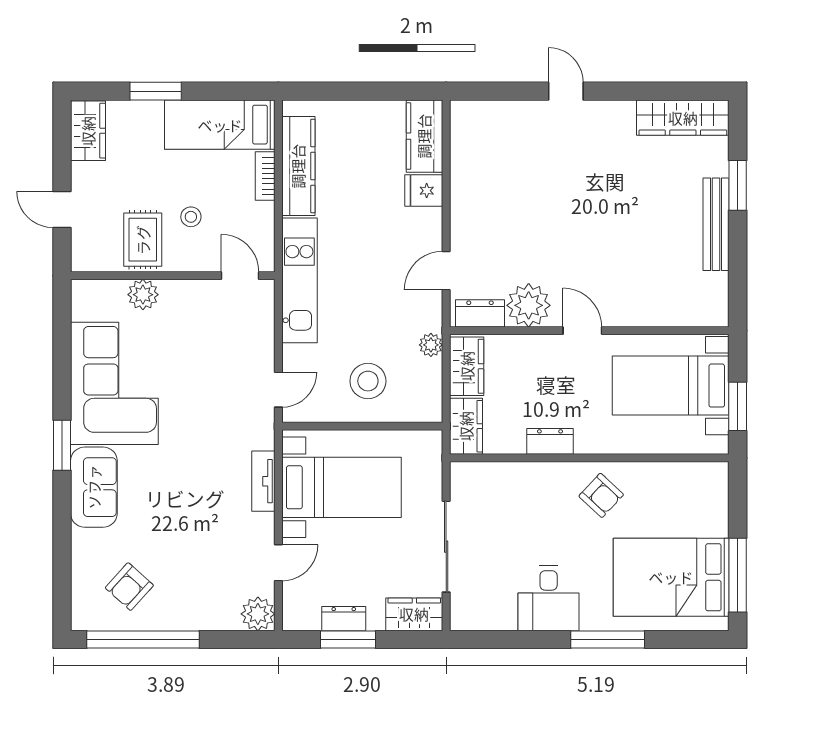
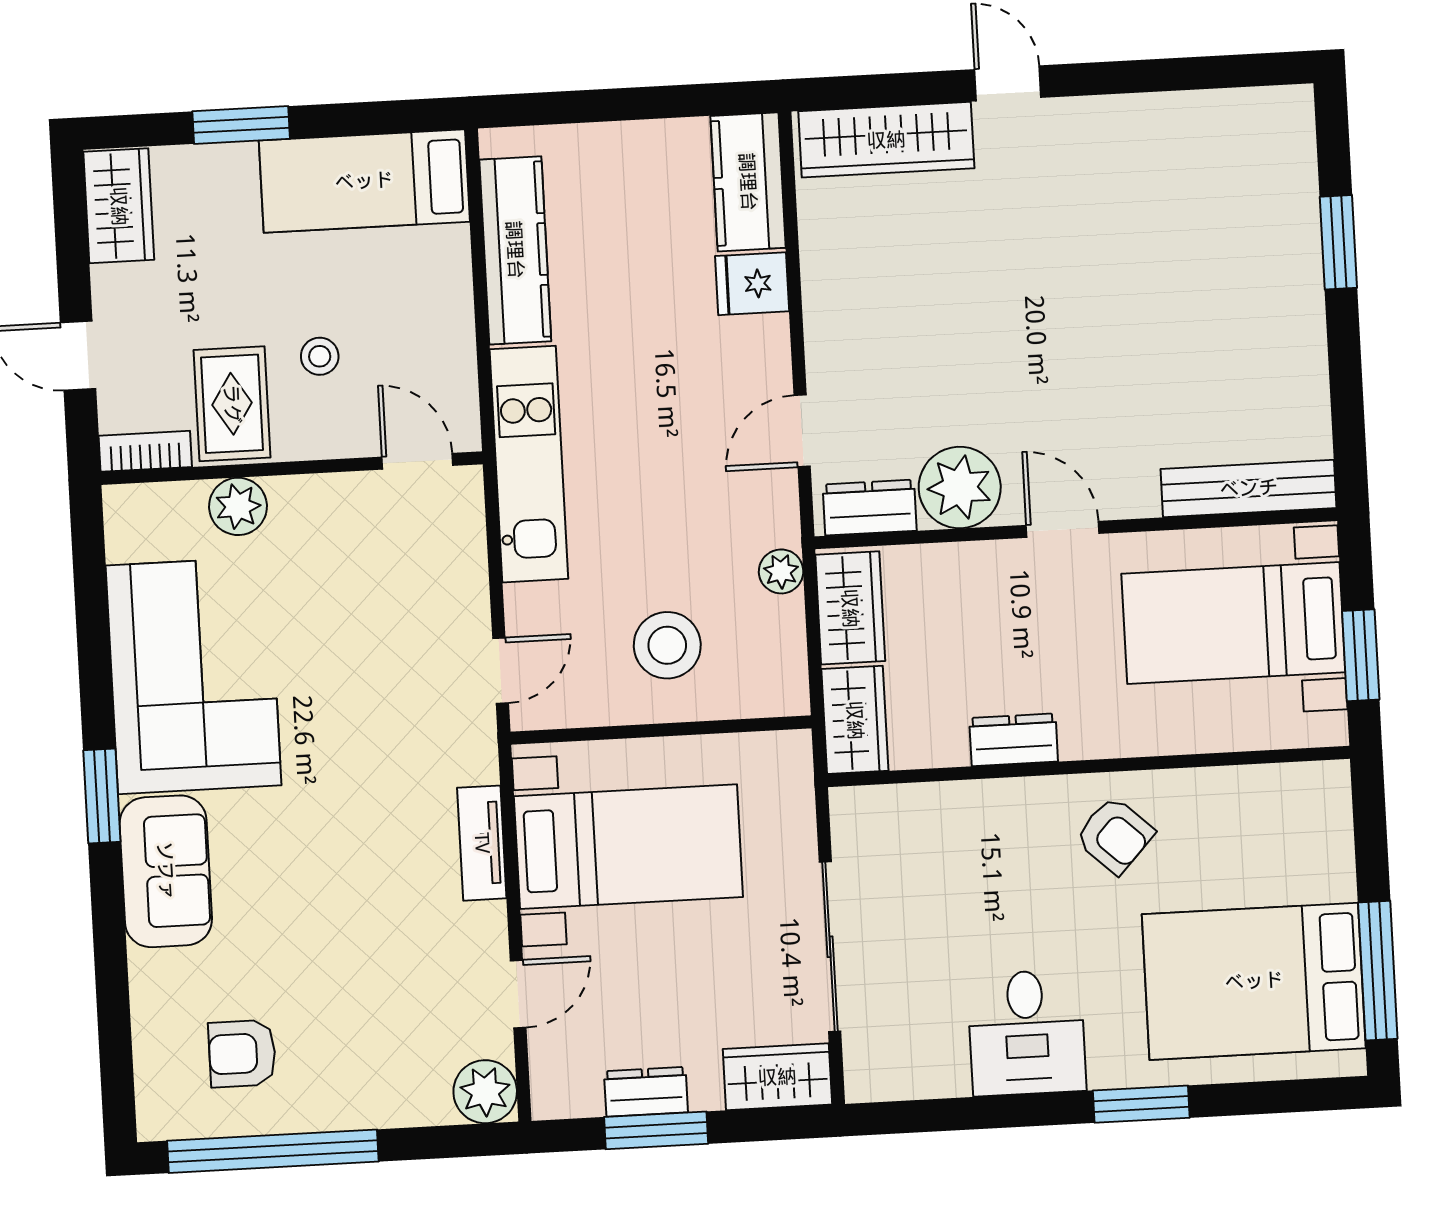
wardrobe: (683, 118) -> (886, 140), moved
bookcase: (265, 176) -> (145, 451), moved, turned 90
bench: (716, 224) -> (1249, 488), moved, turned 90
armchair: (129, 587) -> (242, 1054), turned 48
window: (608, 640) -> (1141, 1104), width x0.69

